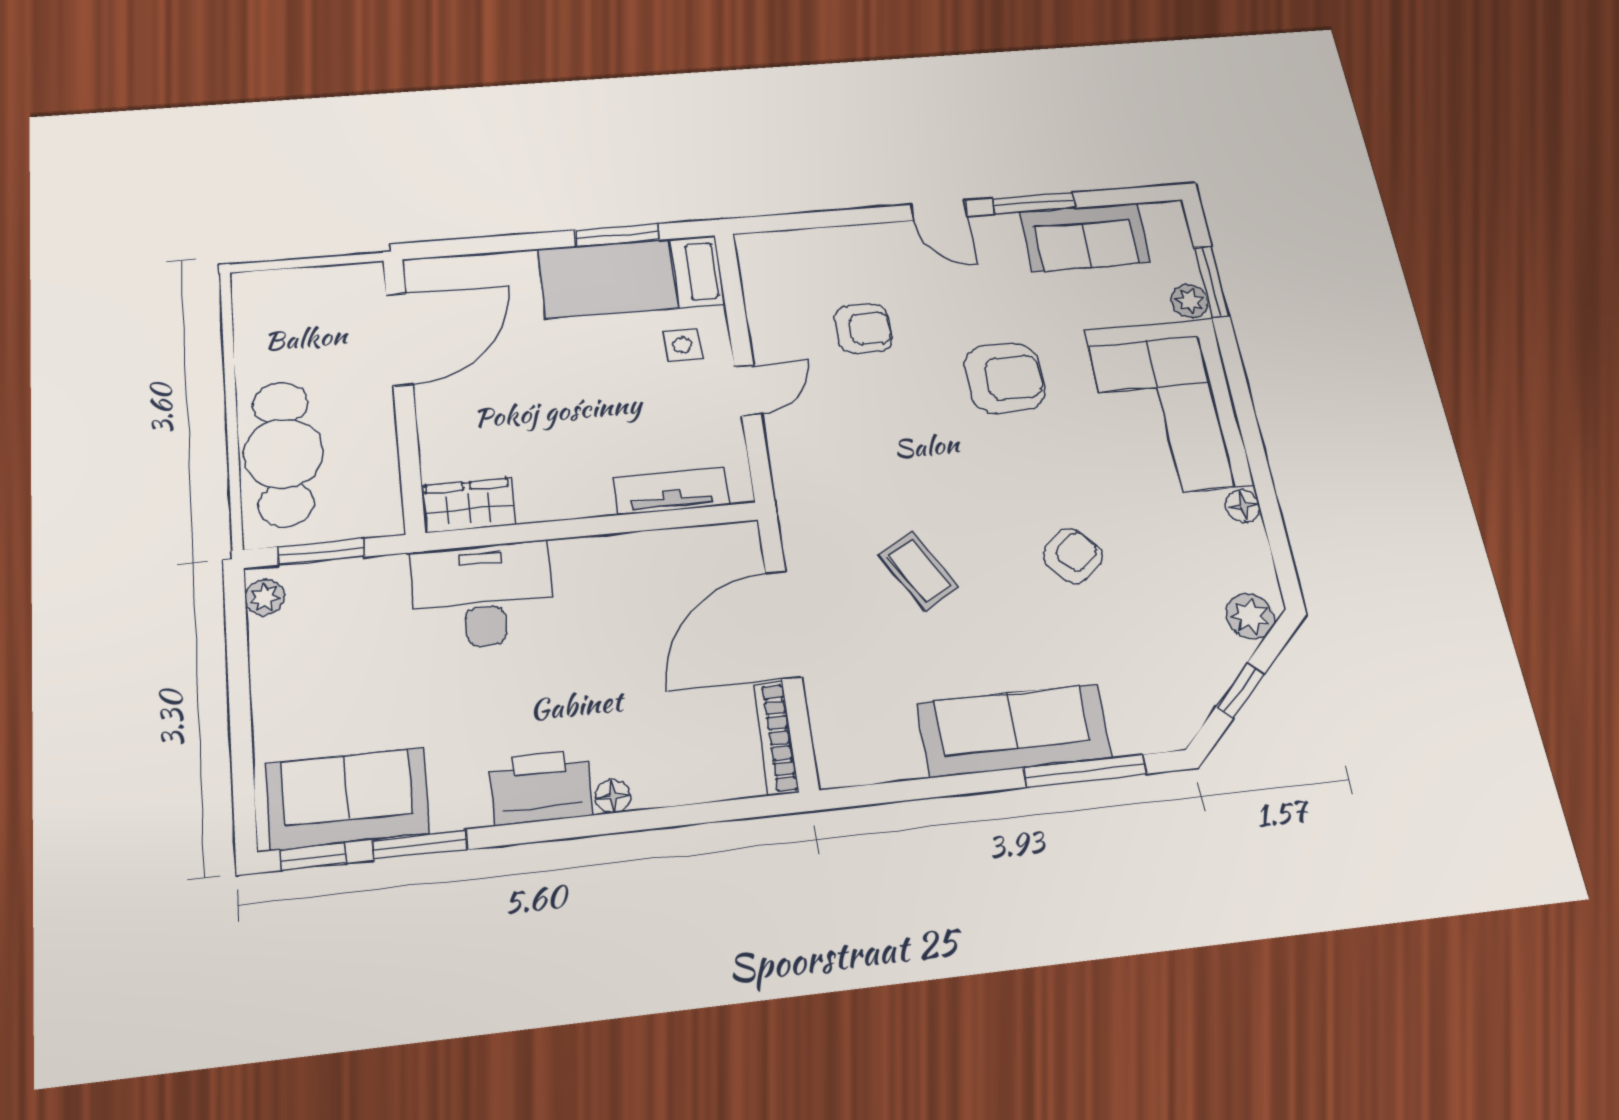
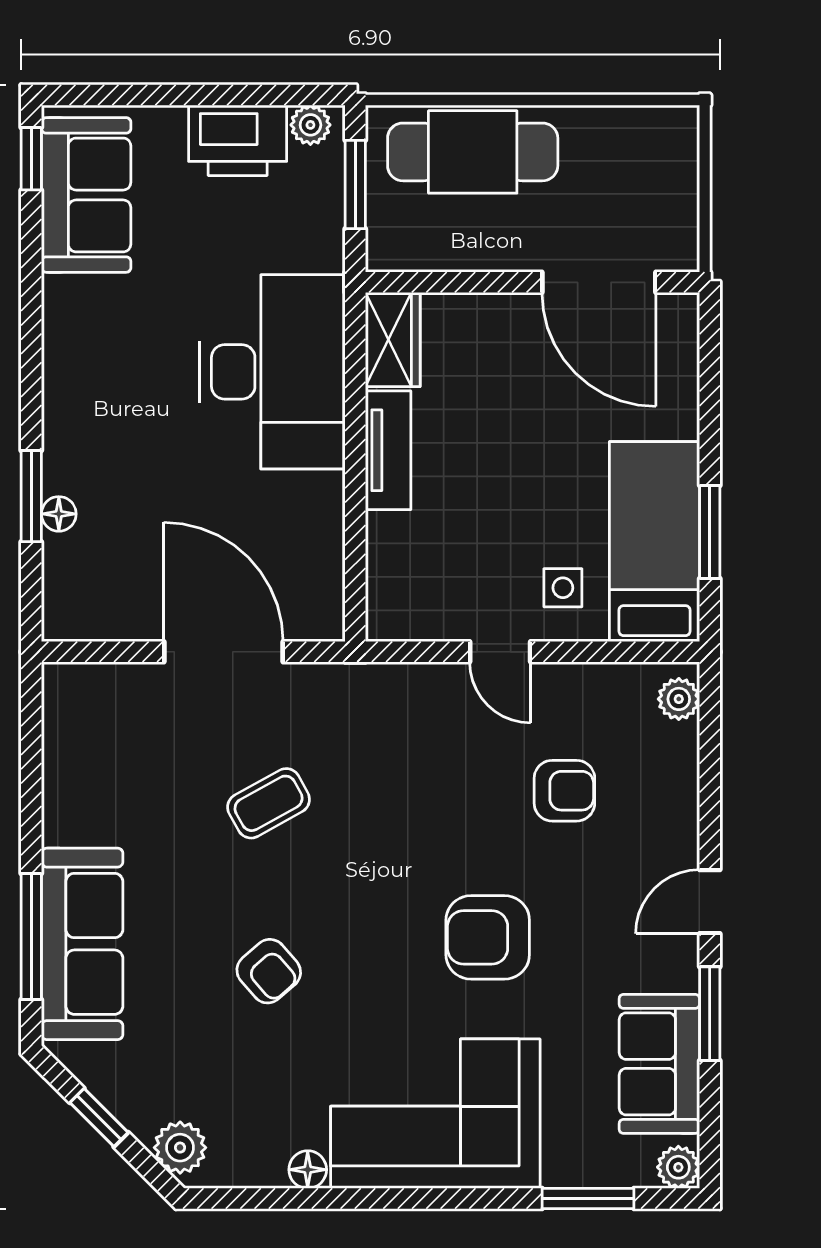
plant: (768, 247) -> (679, 699), added
plant: (1190, 301) -> (678, 1167), moved
armchair: (863, 329) -> (564, 791), turned -90
armchair: (1005, 378) -> (488, 937), turned 90
tv unit: (671, 491) -> (388, 450), moved
desk: (483, 595) -> (272, 372), width x1.36, depth x1.30
sofa: (1014, 731) -> (82, 944), moved
bookcase: (776, 738) -> (101, 626), removed
printer: (541, 787) -> (238, 140), moved, turned 90
floor lamp: (613, 796) -> (59, 514), moved
window: (420, 845) -> (31, 496), moved

